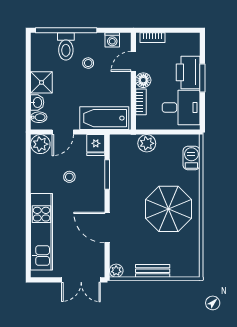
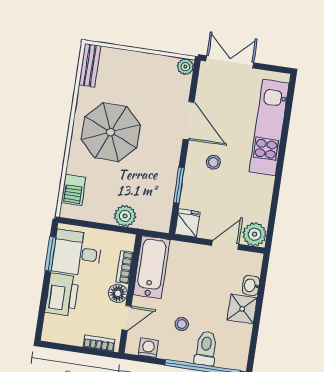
window: (202, 78) -> (50, 254), moved
bidet: (39, 117) -> (252, 267), removed
bathtub: (104, 118) -> (151, 267), moved, turned -90
stool: (69, 177) -> (213, 162), moved
bench: (153, 271) -> (90, 65), moved, turned 90

